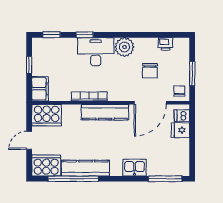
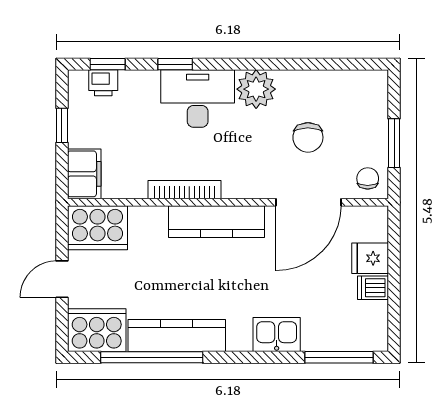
printer: (165, 44) -> (103, 83), moved
dishwasher: (182, 116) -> (373, 288), moved

